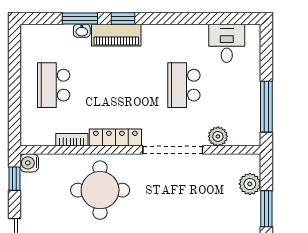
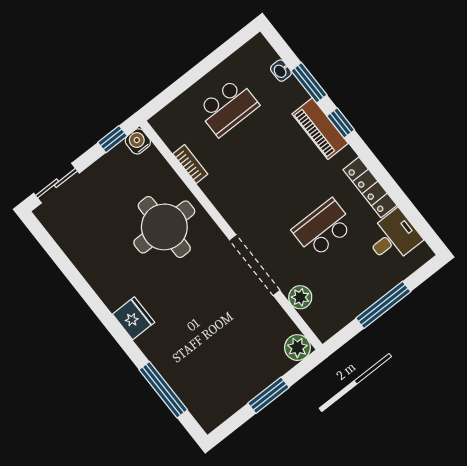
washbasin: (82, 31) -> (281, 71), moved
school desk: (54, 85) -> (228, 107), turned 180
window: (266, 107) -> (383, 305), moved
locker: (115, 138) -> (370, 187), moved, turned 180
plant: (250, 184) -> (297, 348), moved

